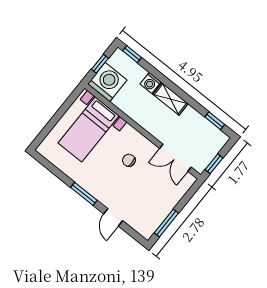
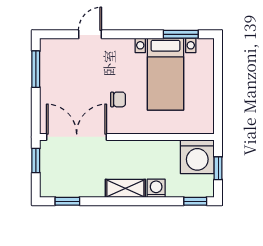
bed with nightstands: (88, 129) -> (165, 74), moved, turned 180
double door: (175, 158) -> (77, 137), width x1.37
window: (84, 194) -> (181, 34), moved
door: (113, 217) -> (90, 34), hinge flipped

